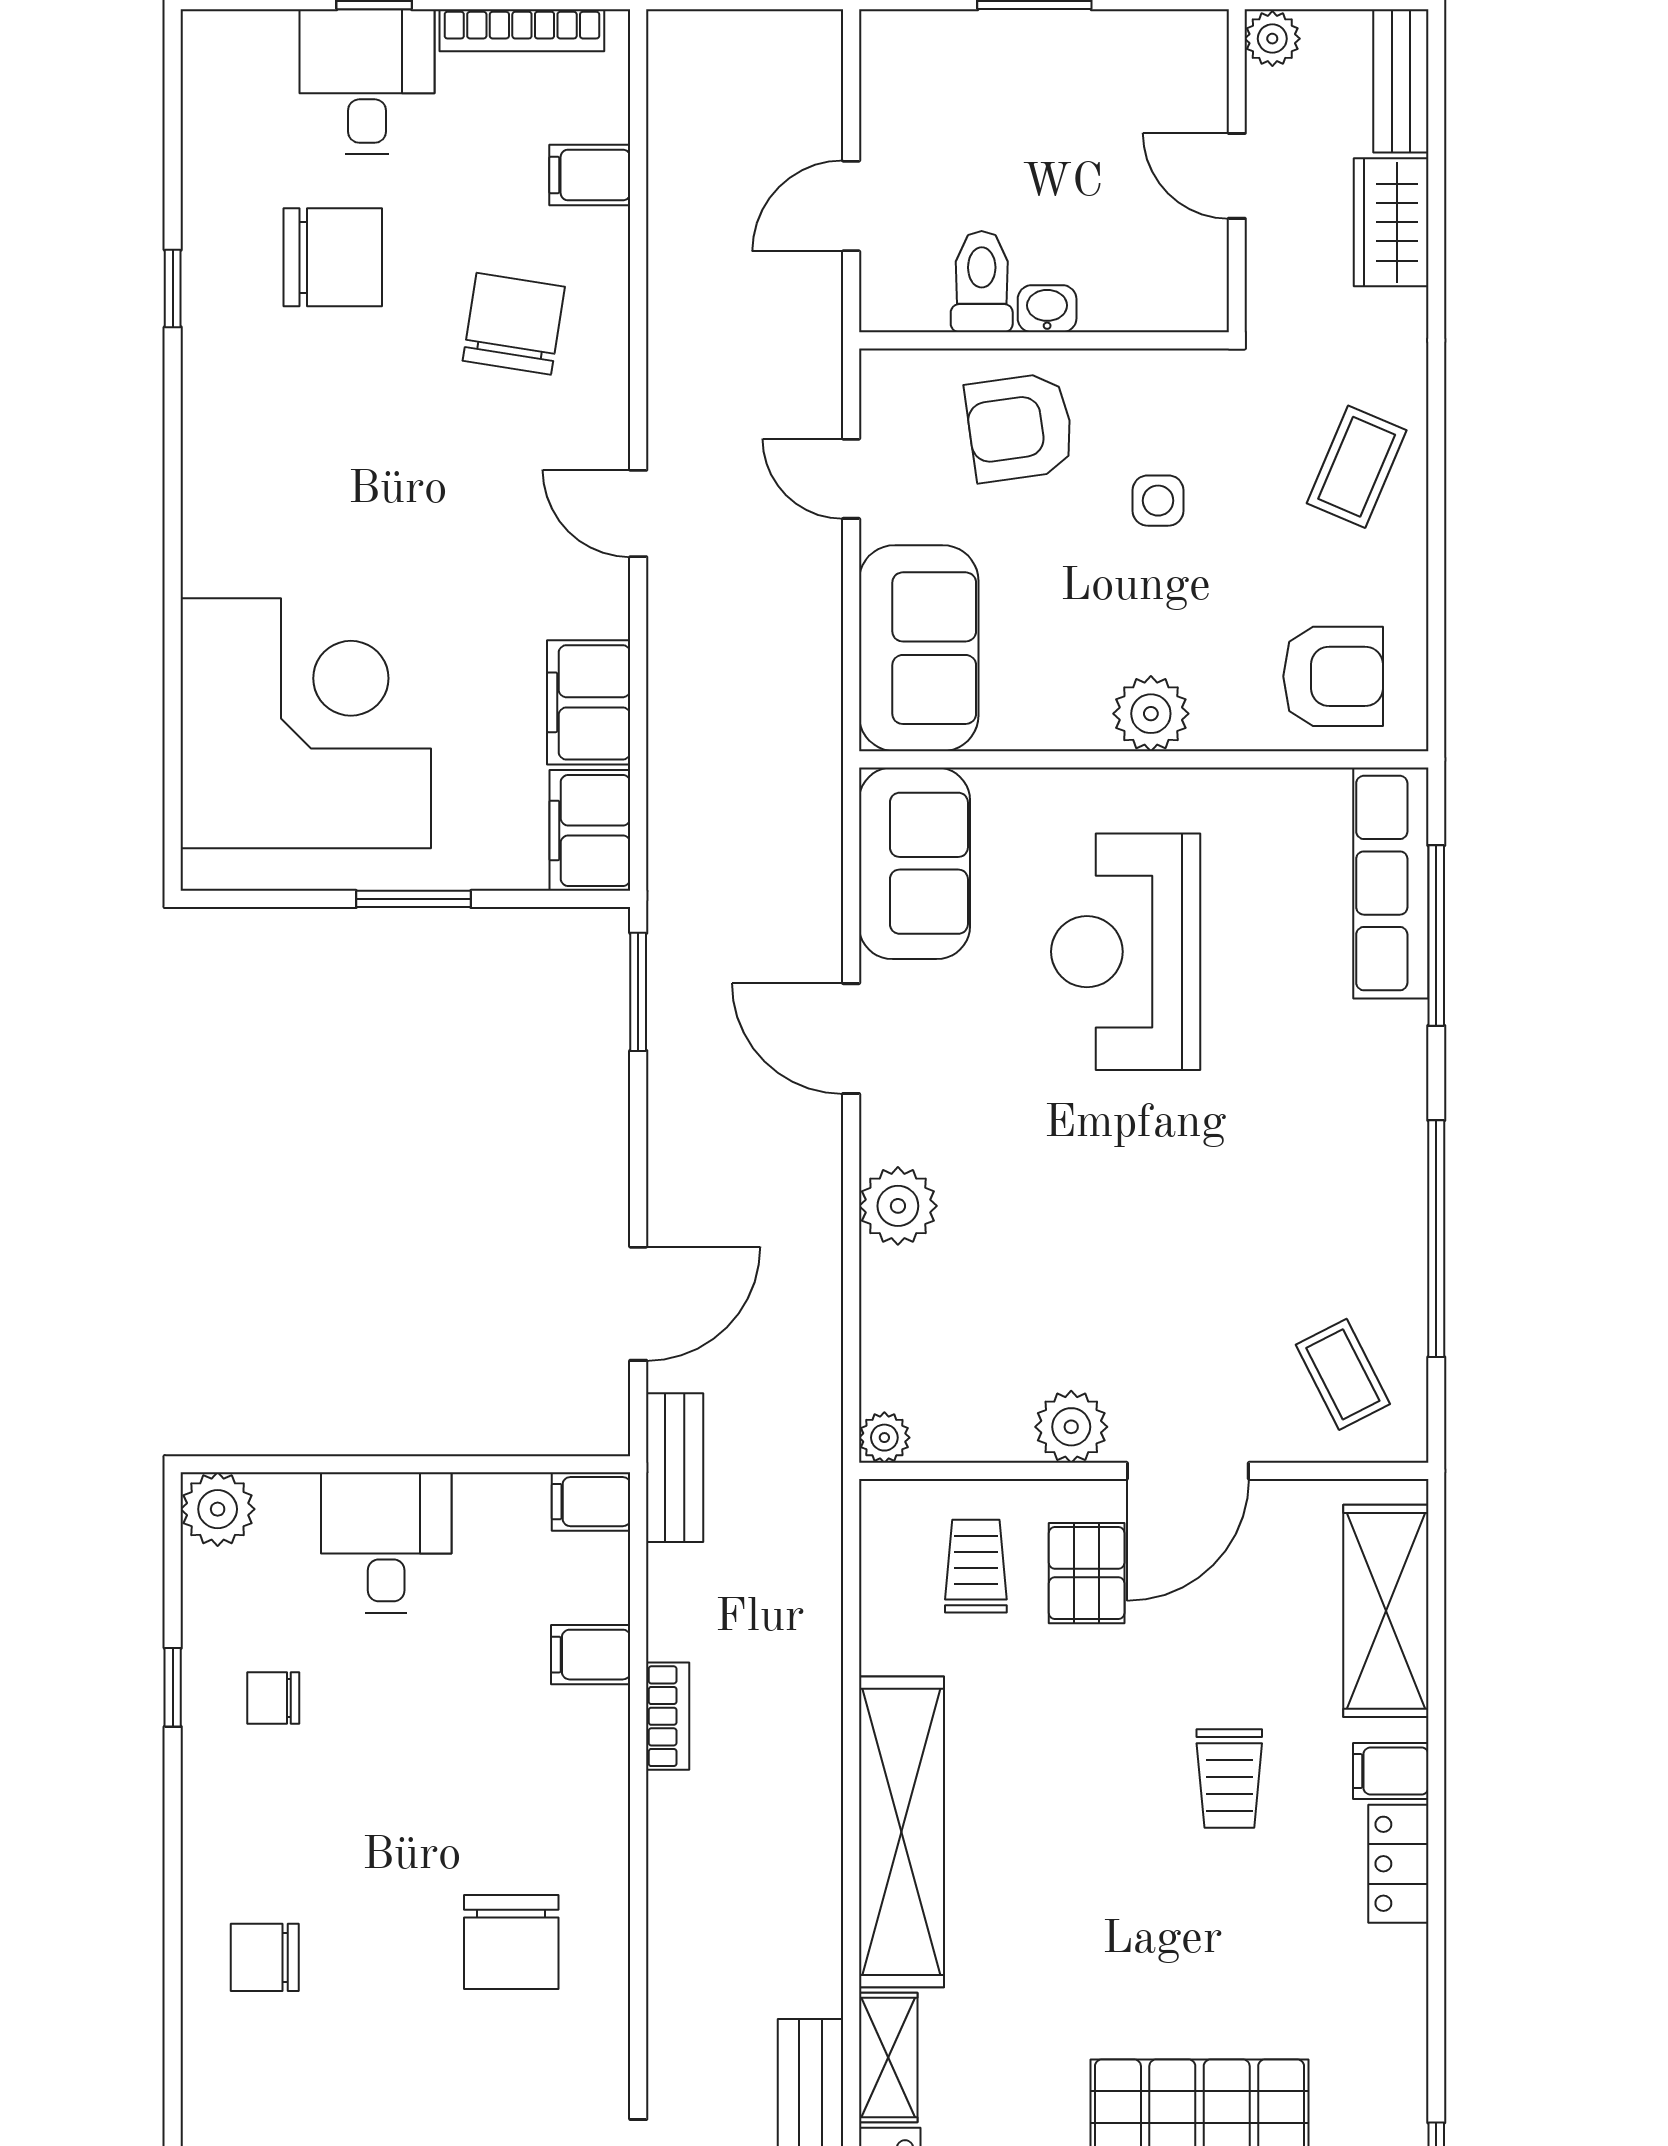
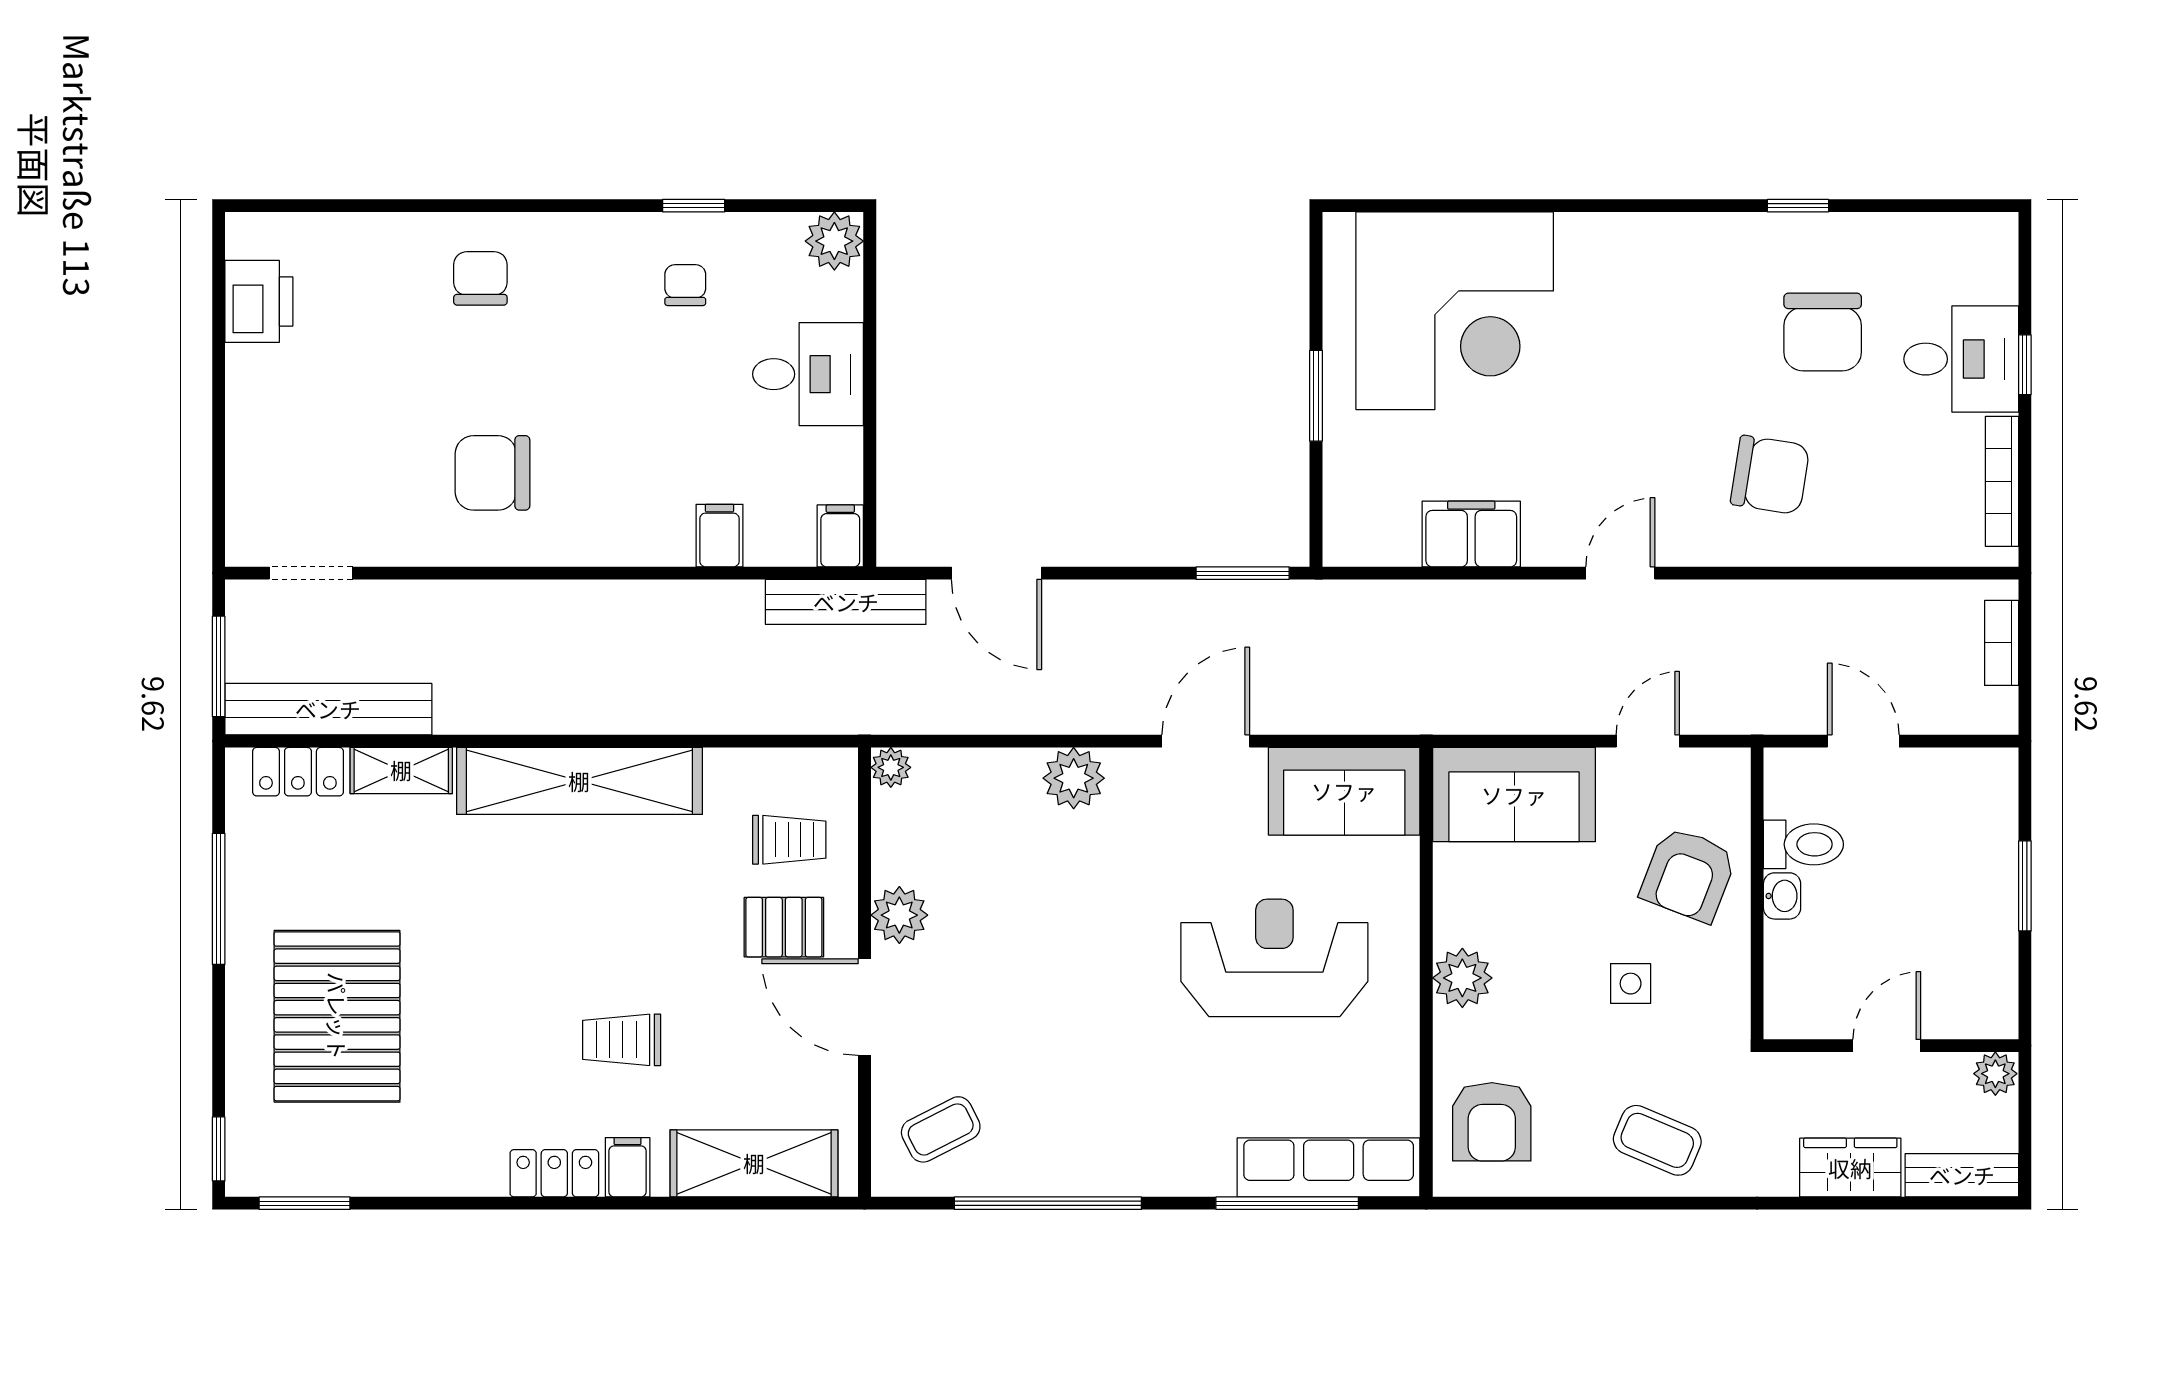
filing cabinet: (590, 175) -> (1888, 535), removed
armchair: (1020, 427) -> (1688, 874), turned -151
filing cabinet: (590, 830) -> (1370, 535), removed
bench: (675, 1468) -> (846, 602), width x1.36
bookcase: (668, 1716) -> (2002, 643), moved, turned 90

